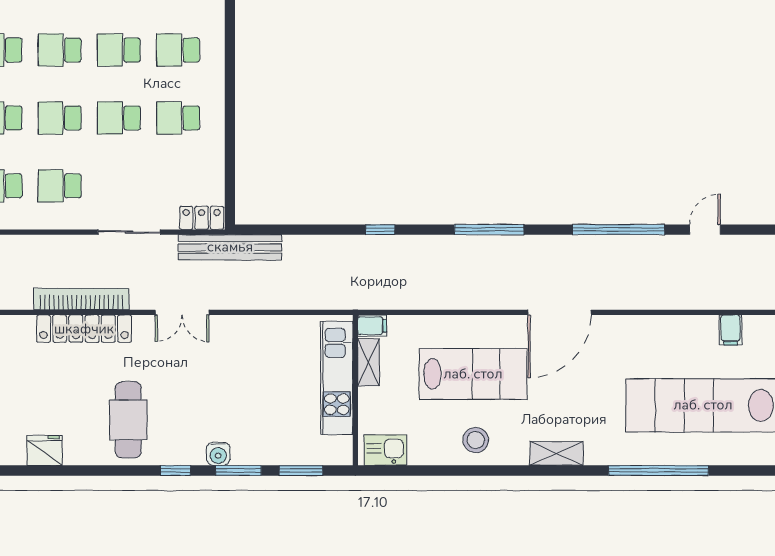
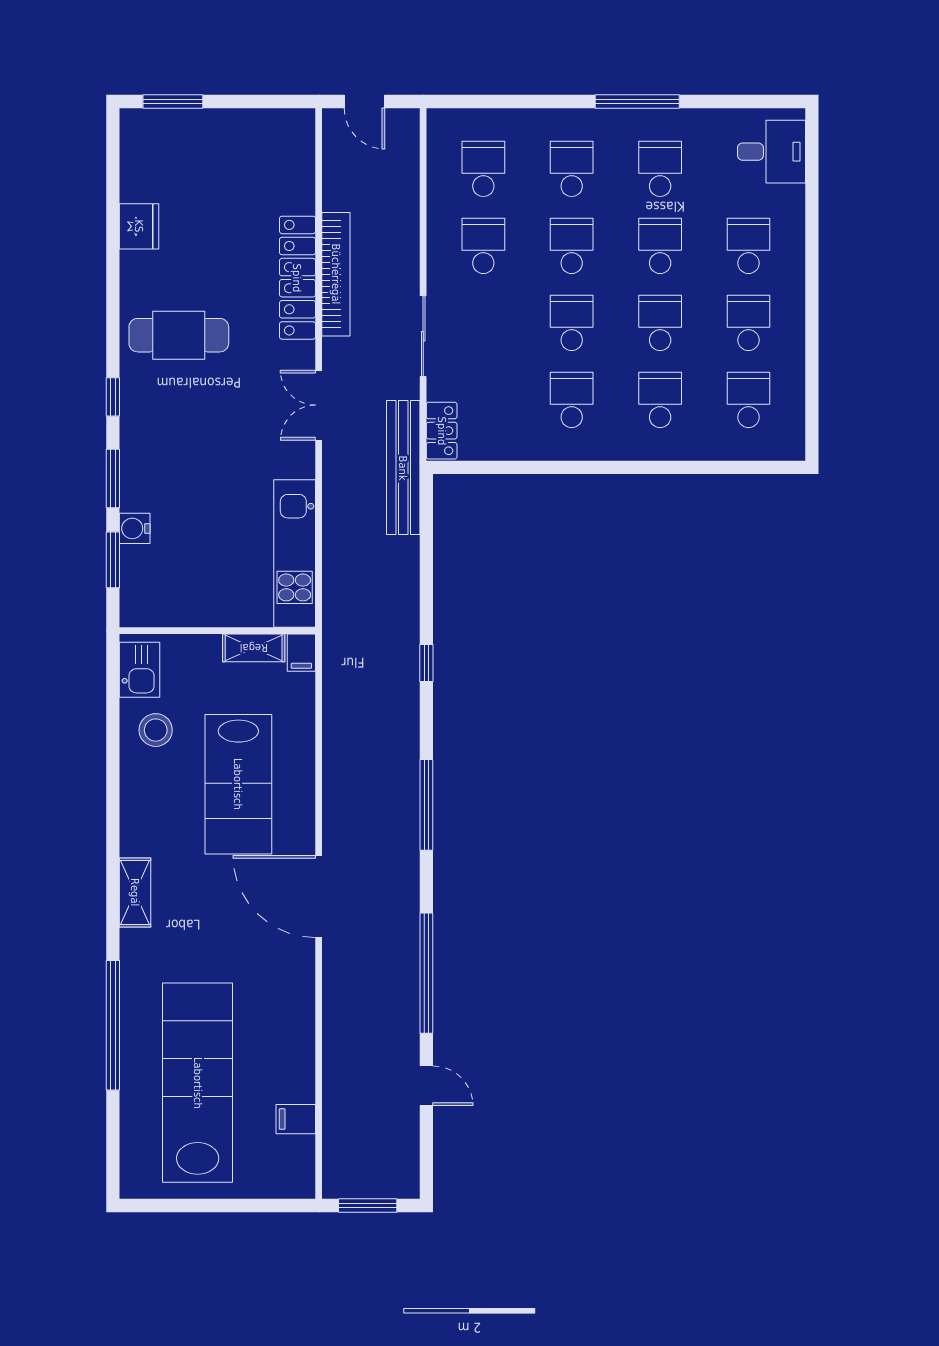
kitchen unit: (337, 378) -> (295, 553), moved, turned -90
stool: (476, 440) -> (156, 730), moved
water cooler: (218, 454) -> (135, 528), moved

